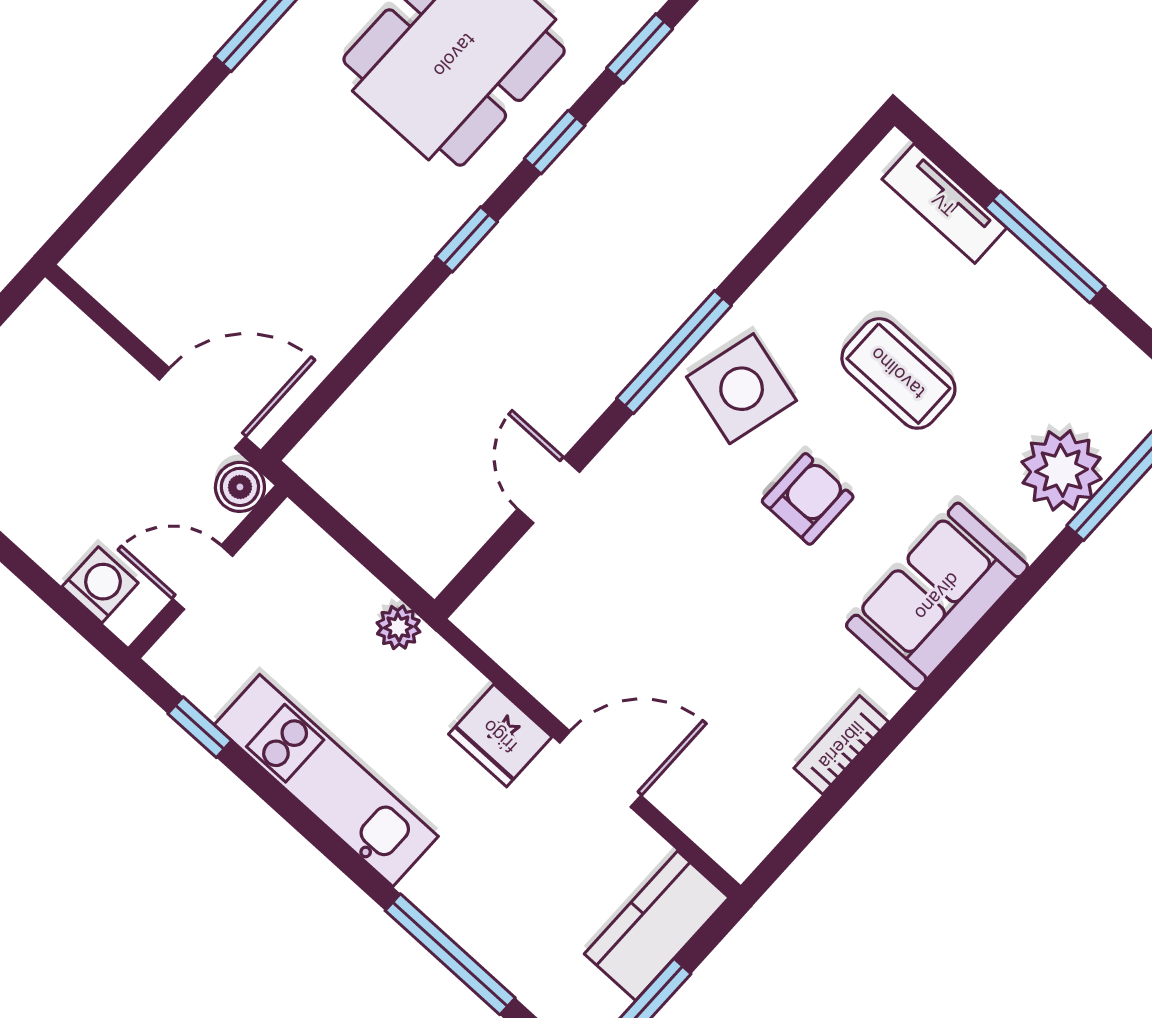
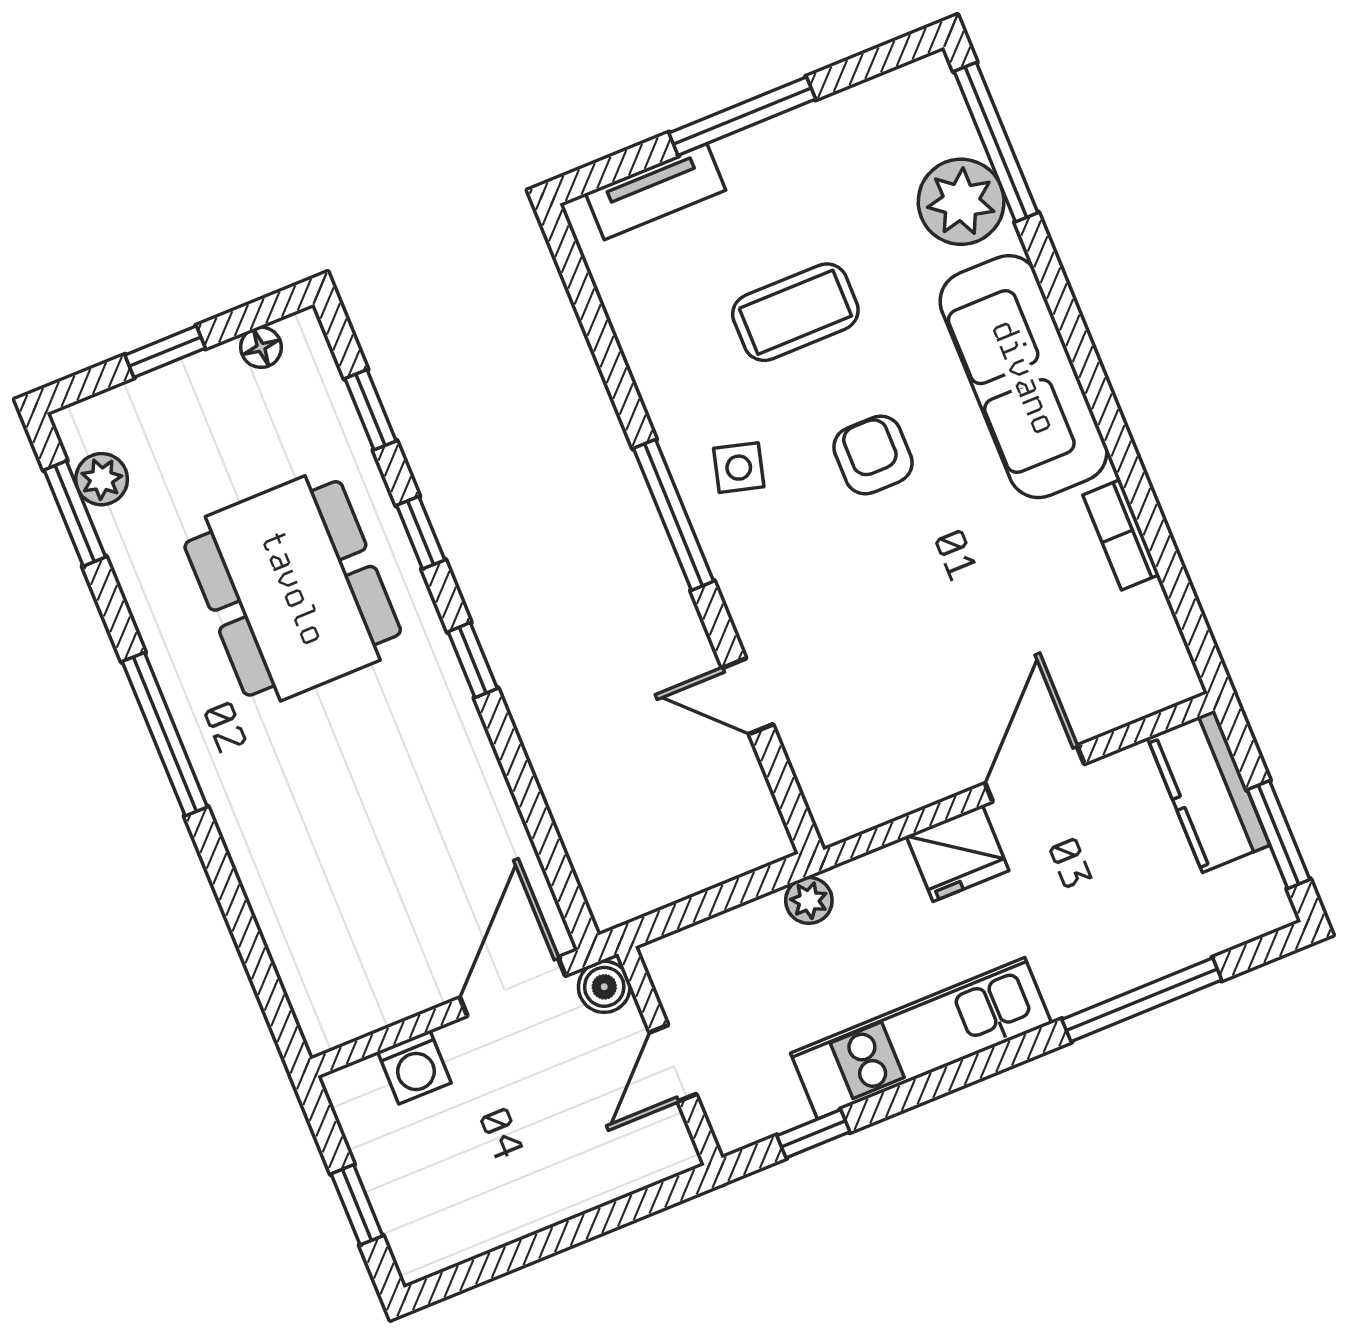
side table: (742, 389) -> (739, 468), width x0.54, depth x0.54
washing machine: (100, 585) -> (414, 1067), moved, turned 180
sofa: (937, 596) -> (1024, 377), width x1.36

